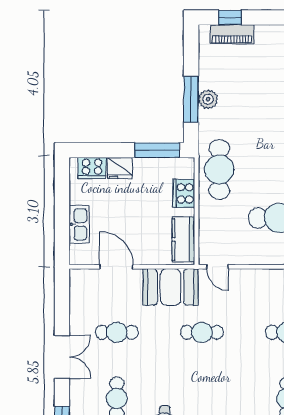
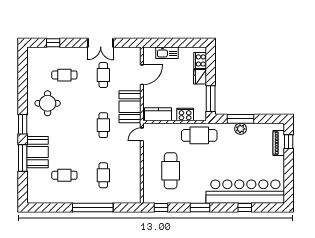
double door: (62, 357) -> (101, 43), moved

